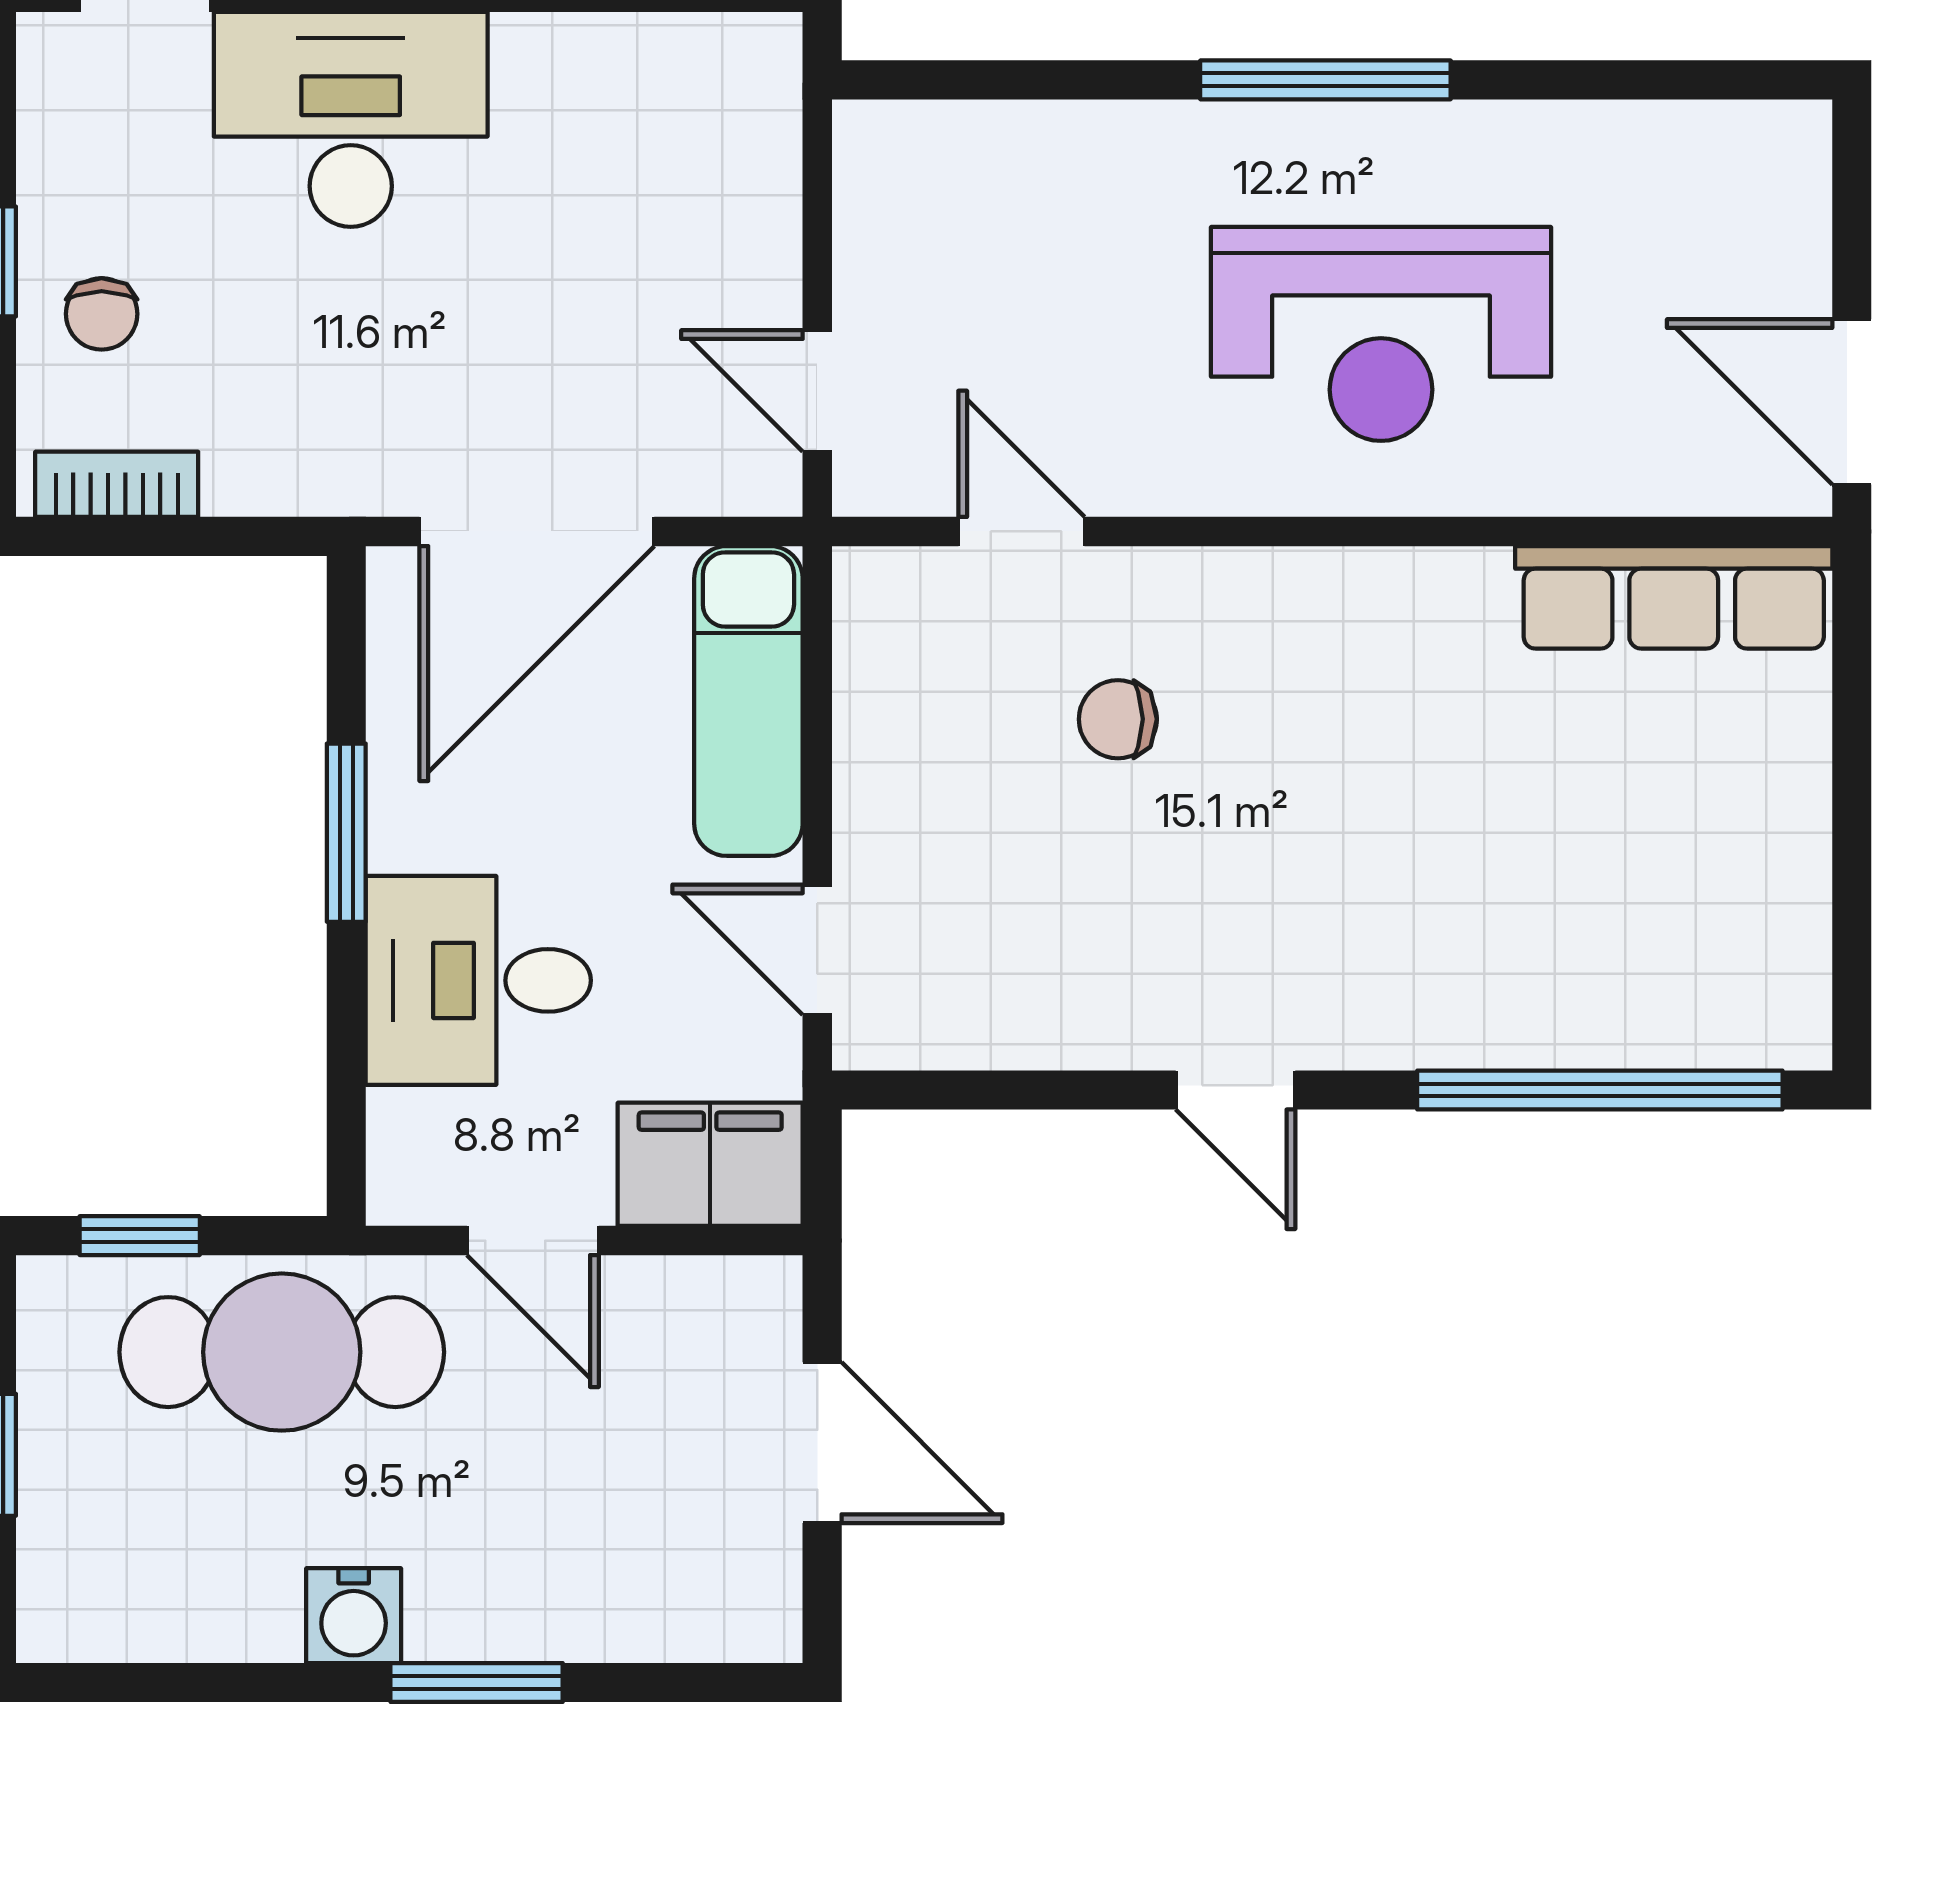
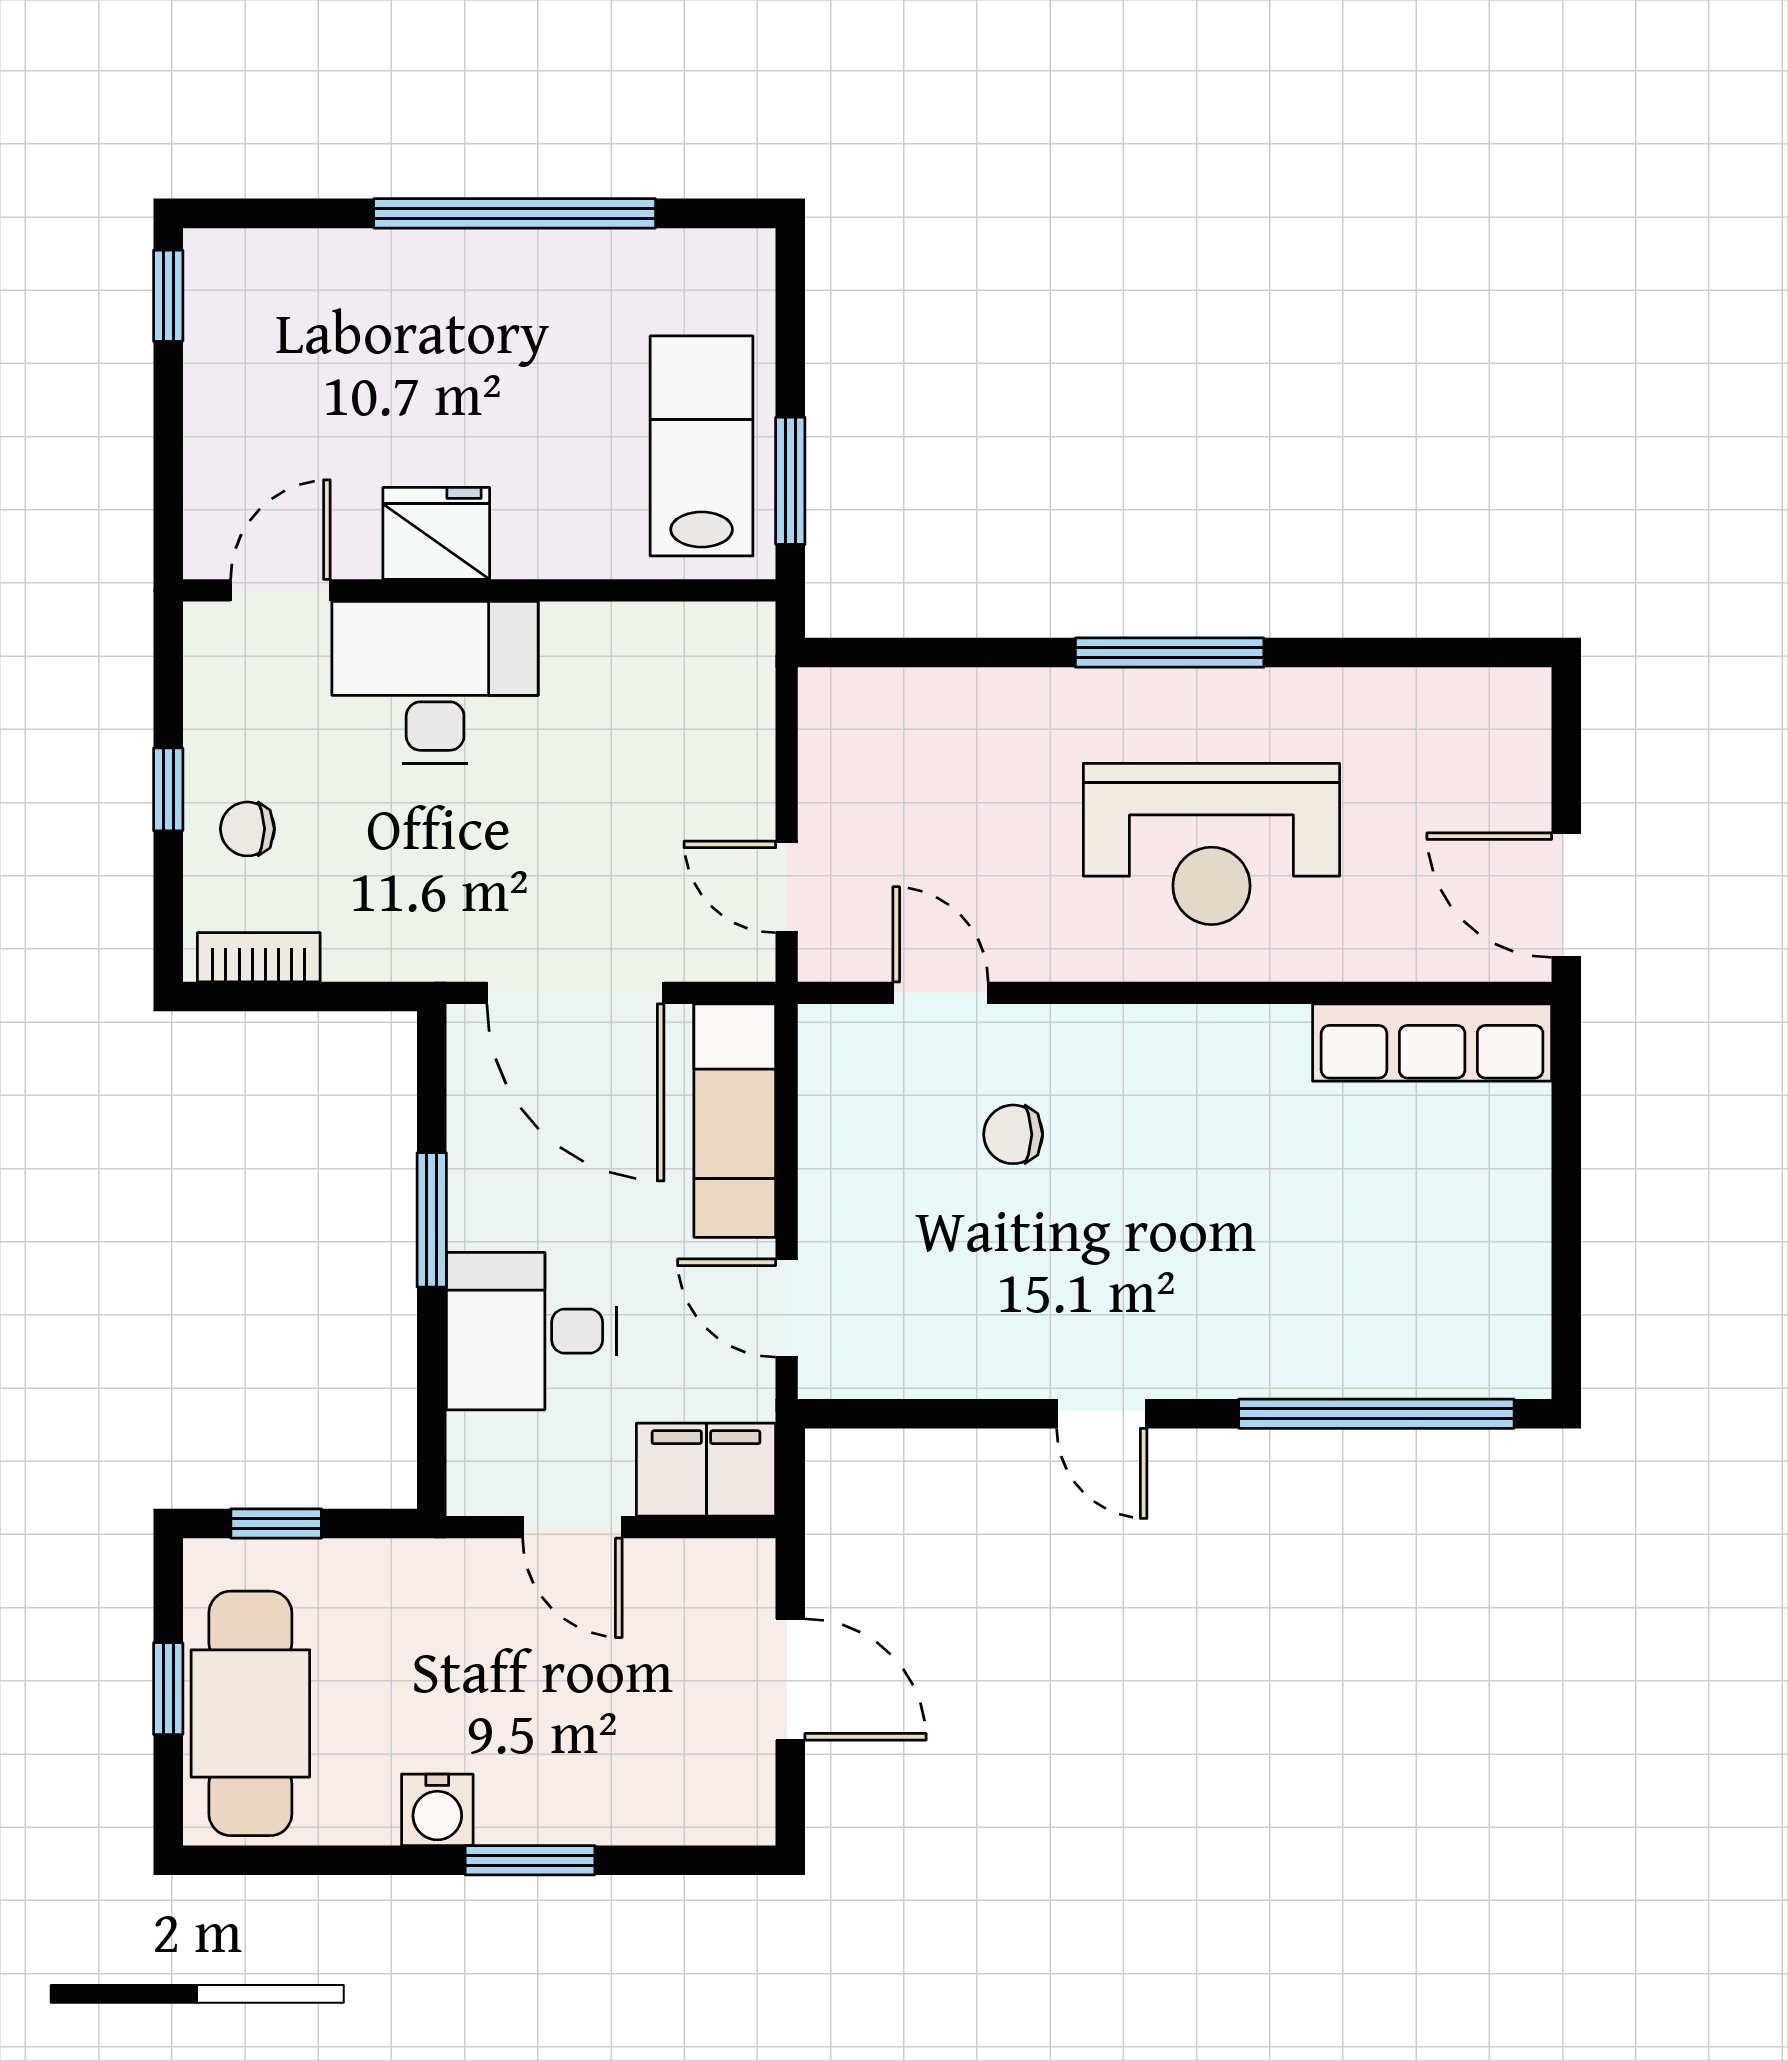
chair: (102, 314) -> (247, 829), turned 90
door: (537, 531) -> (575, 993), hinge flipped
cafe table: (282, 1352) -> (250, 1713), moved, turned 90

